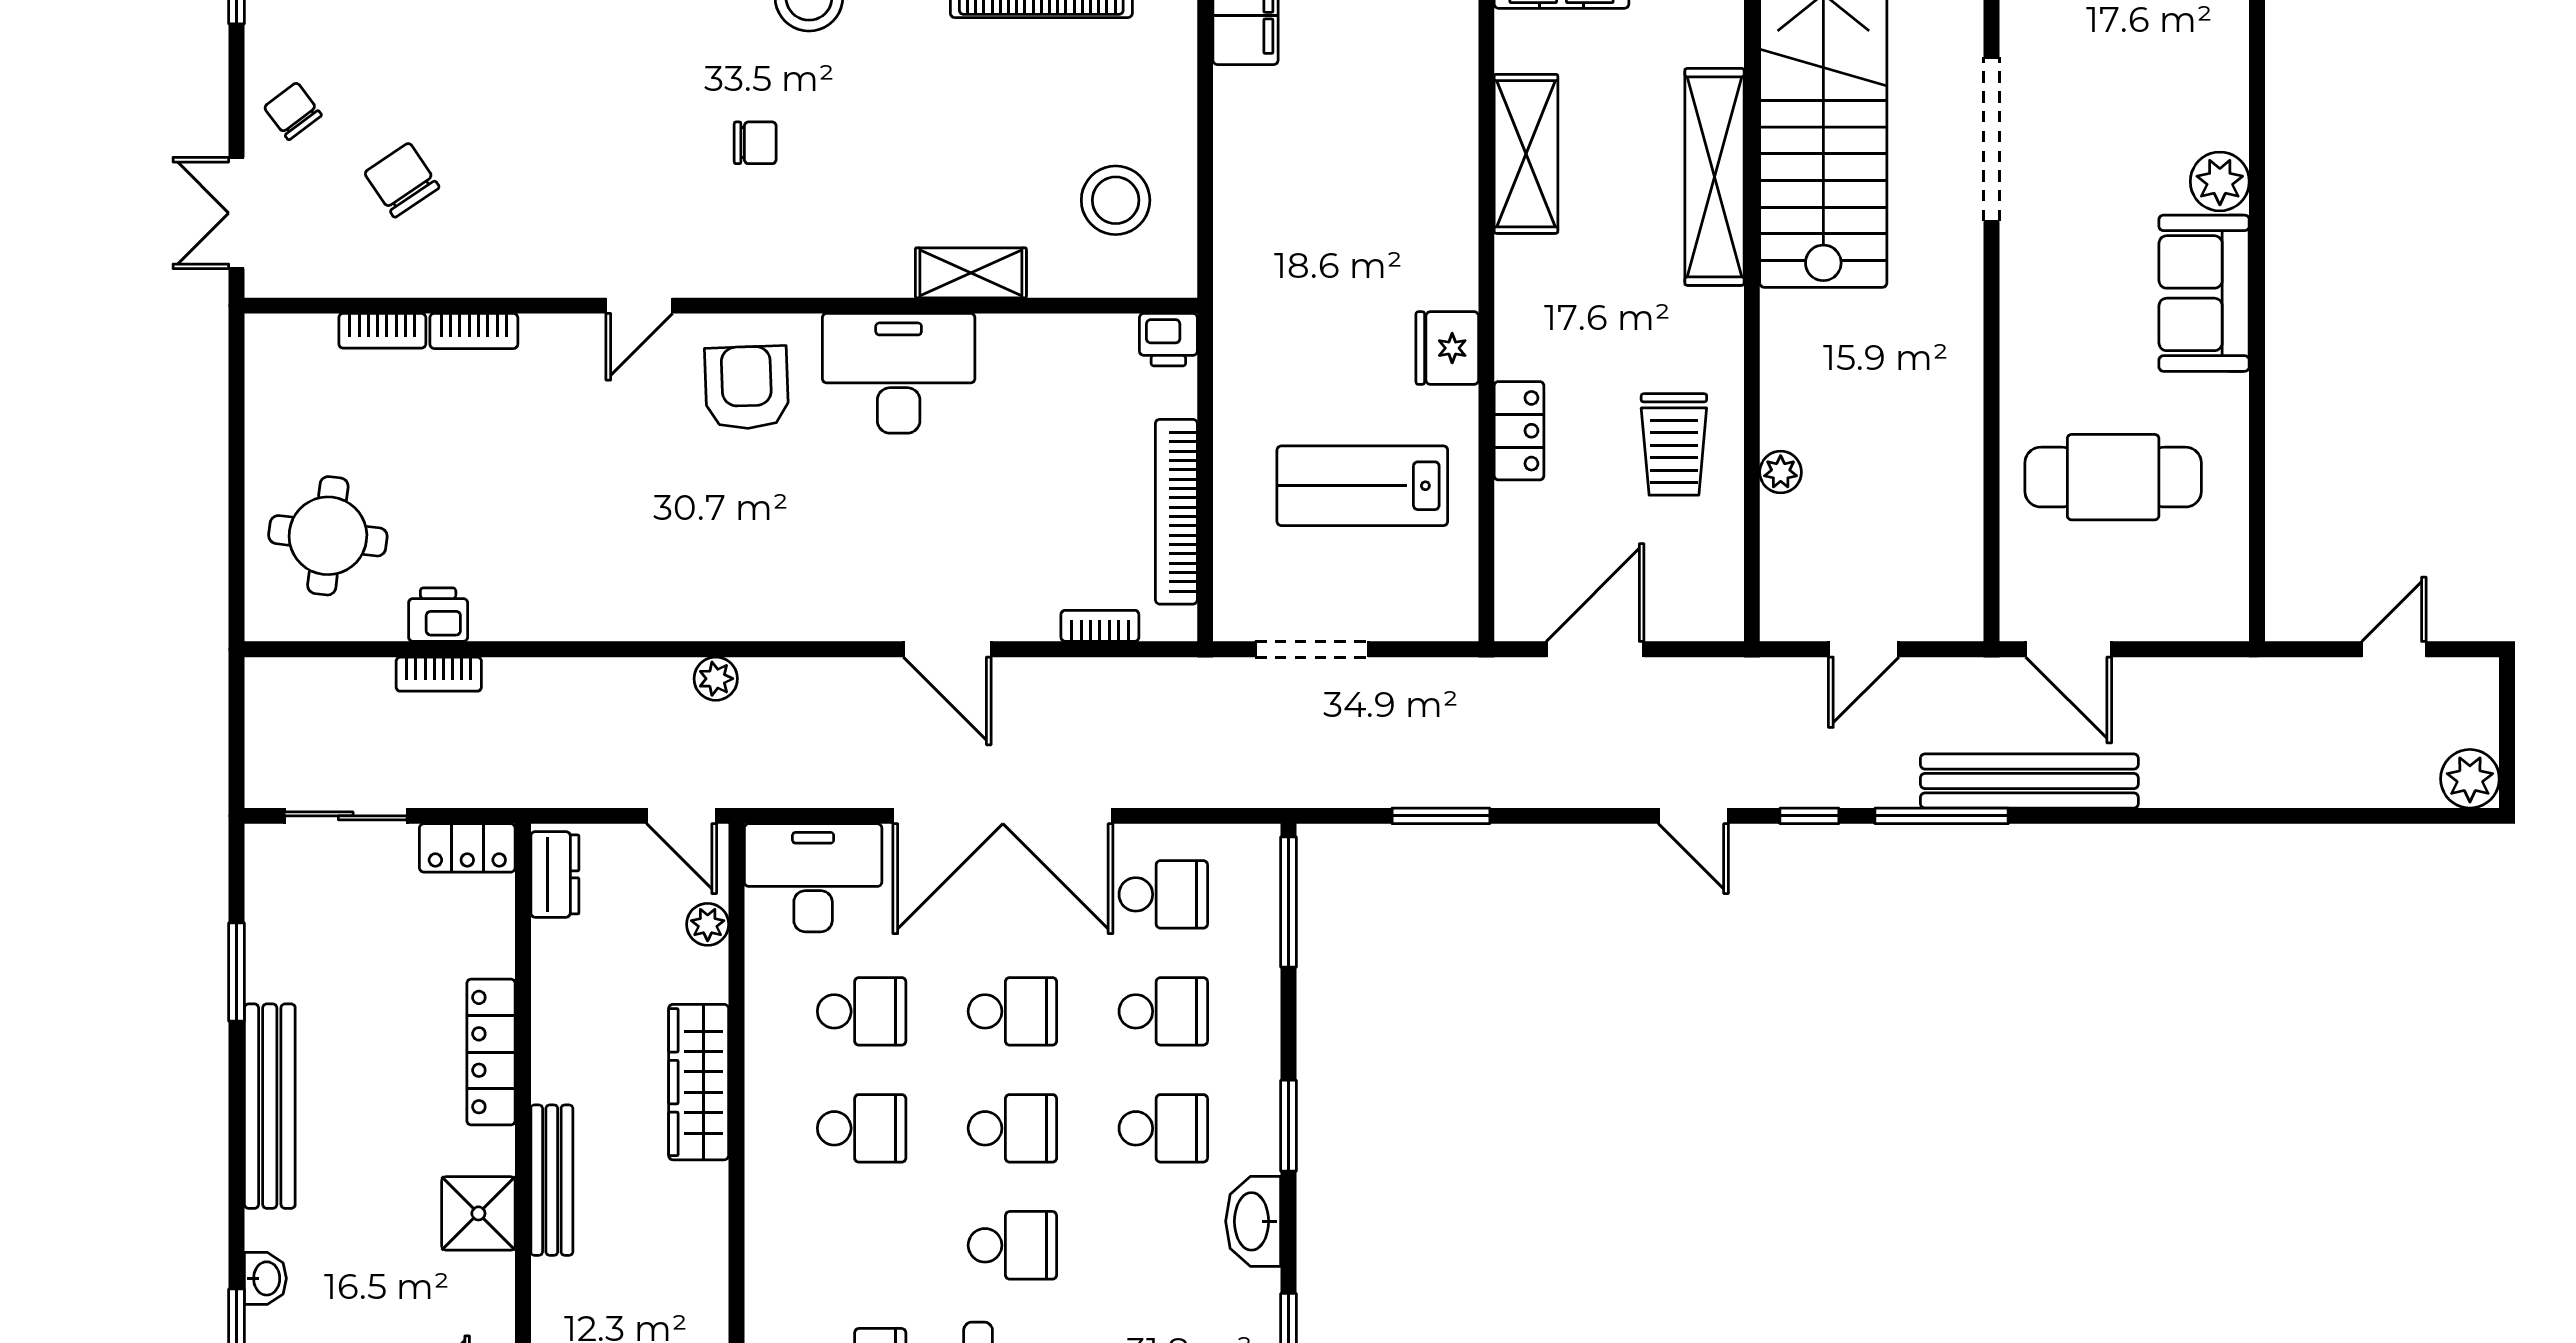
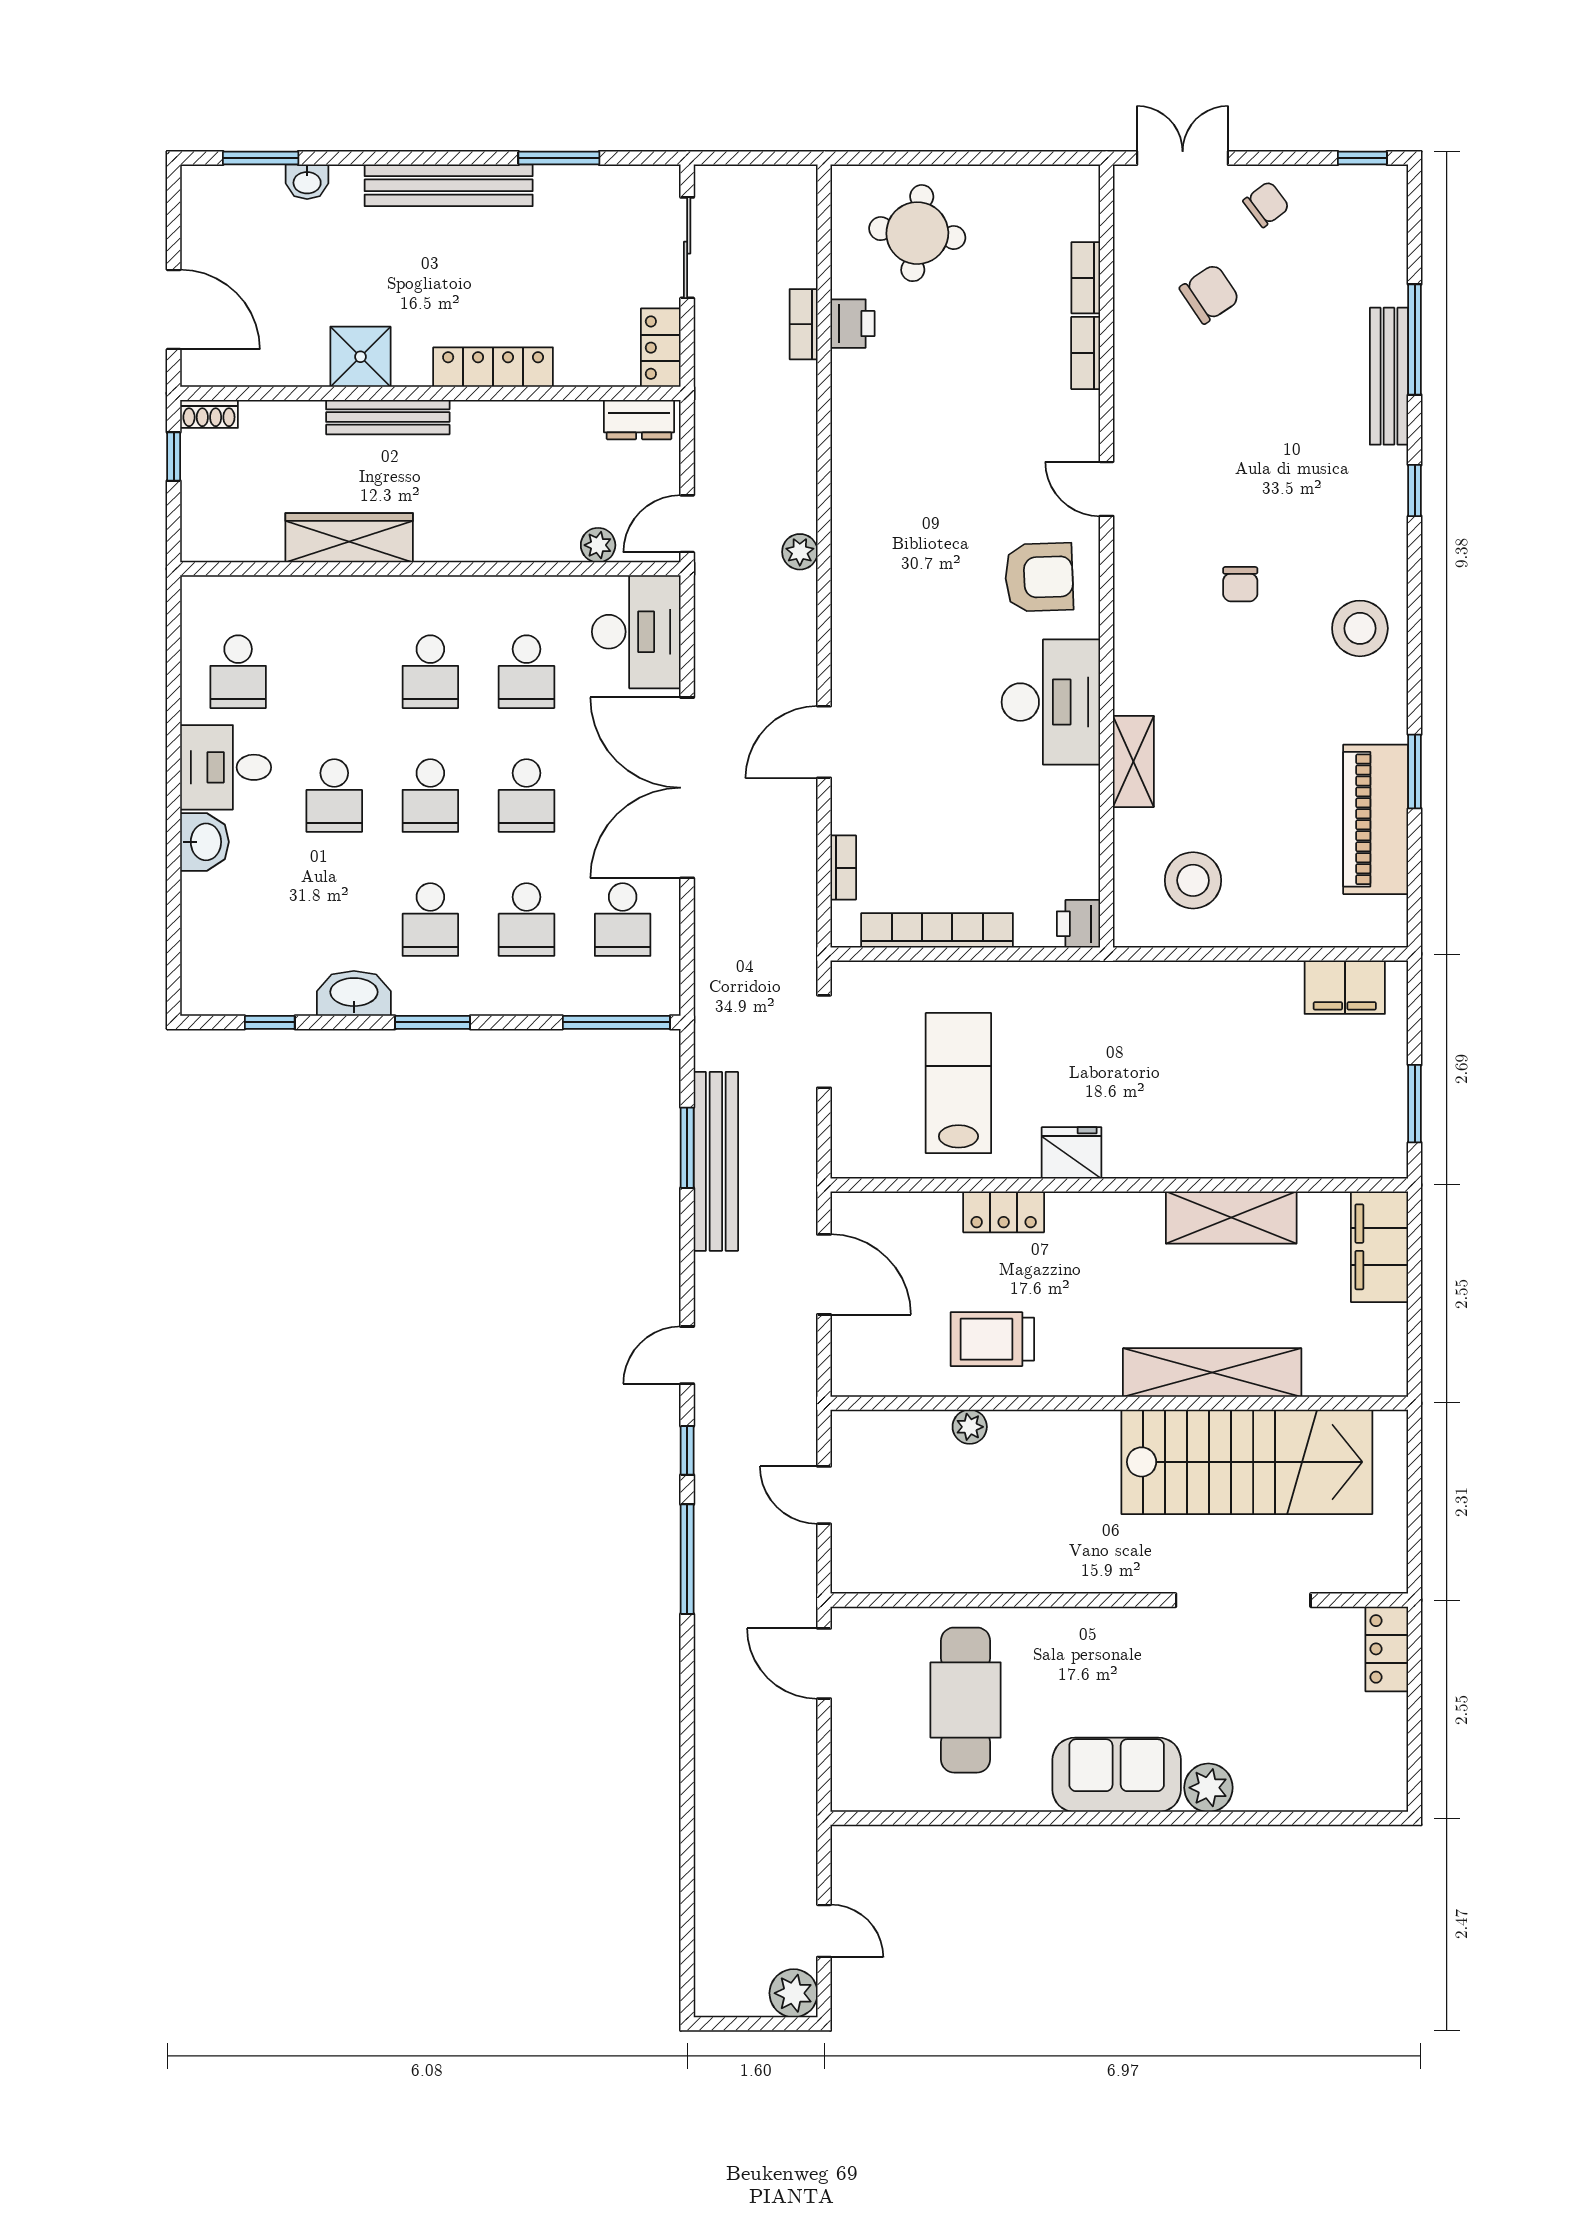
door: (2069, 649) -> (824, 1663), hinge flipped
plant: (2470, 779) -> (794, 1993), moved
bench: (2029, 781) -> (716, 1161), moved
wardrobe: (699, 1082) -> (349, 538), moved

